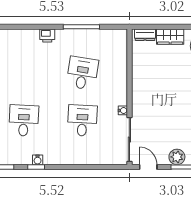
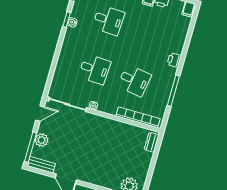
wardrobe: (170, 37) -> (144, 163), removed
bookcase: (122, 57) -> (138, 117), added

